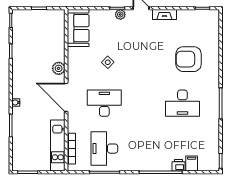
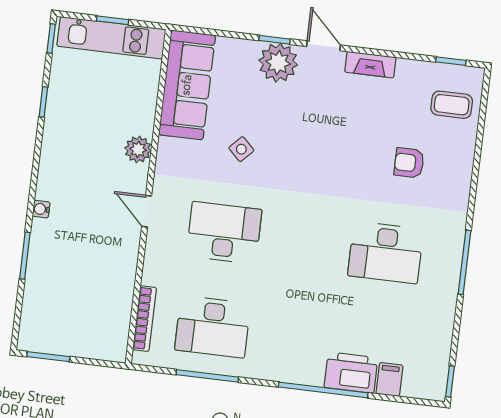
plant: (120, 15) -> (278, 63), width x1.88, depth x1.88
sofa: (78, 28) -> (187, 85), width x1.36
coffee table: (205, 29) -> (452, 105), added
armchair: (189, 59) -> (409, 163), width x0.53, depth x0.53
door: (66, 97) -> (147, 211), width x0.53
kitchen unit: (58, 146) -> (111, 38), moved, turned -90
desk: (104, 149) -> (213, 327), turned -90
printer: (179, 165) -> (351, 373), width x1.87, depth x1.48

